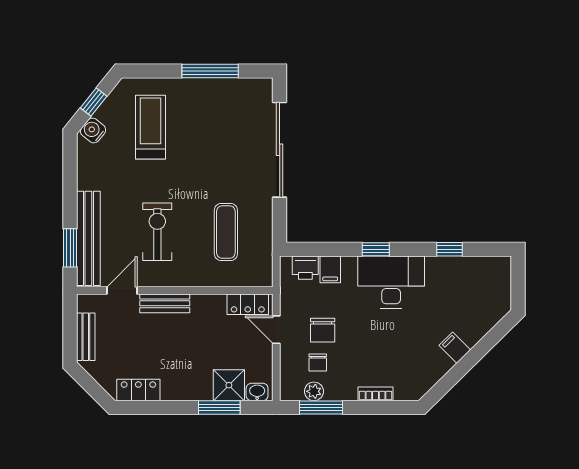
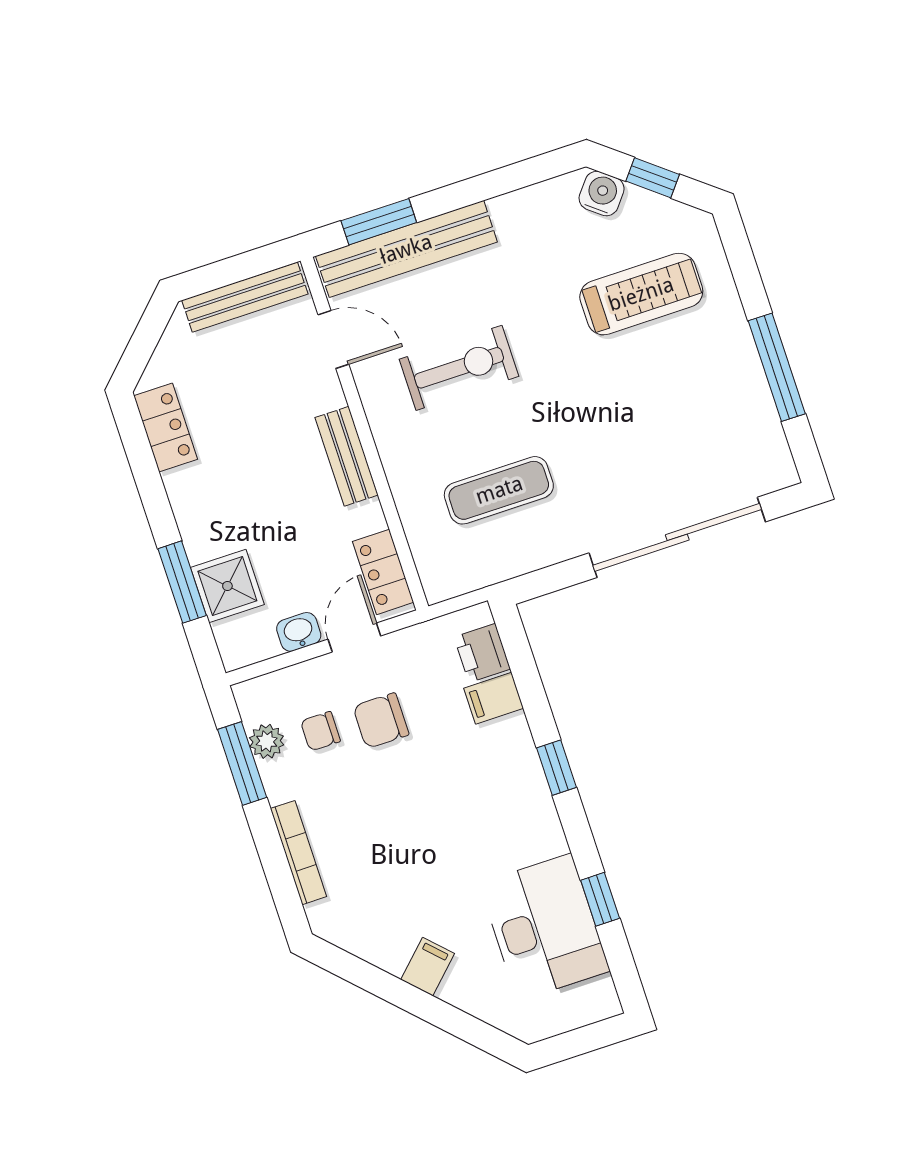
desk: (391, 282) -> (544, 927), moved
bench: (165, 303) -> (347, 456), moved
bench: (86, 337) -> (245, 297), width x1.36
washbasin: (257, 392) -> (299, 632), moved, turned -90
bookcase: (375, 394) -> (298, 853), width x1.56

